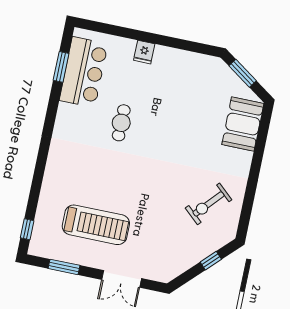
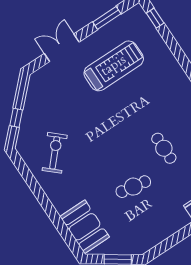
cafe table: (174, 117) -> (133, 187), added
treadmill: (96, 225) -> (114, 66), turned 180

